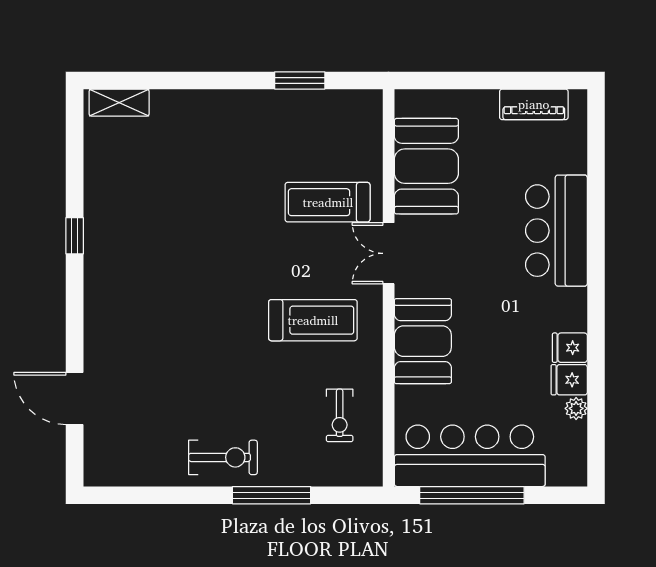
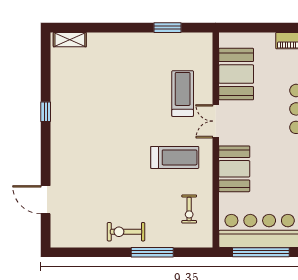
treadmill: (328, 202) -> (183, 94), turned 90
exercise bike: (223, 457) -> (126, 232), turned 180

